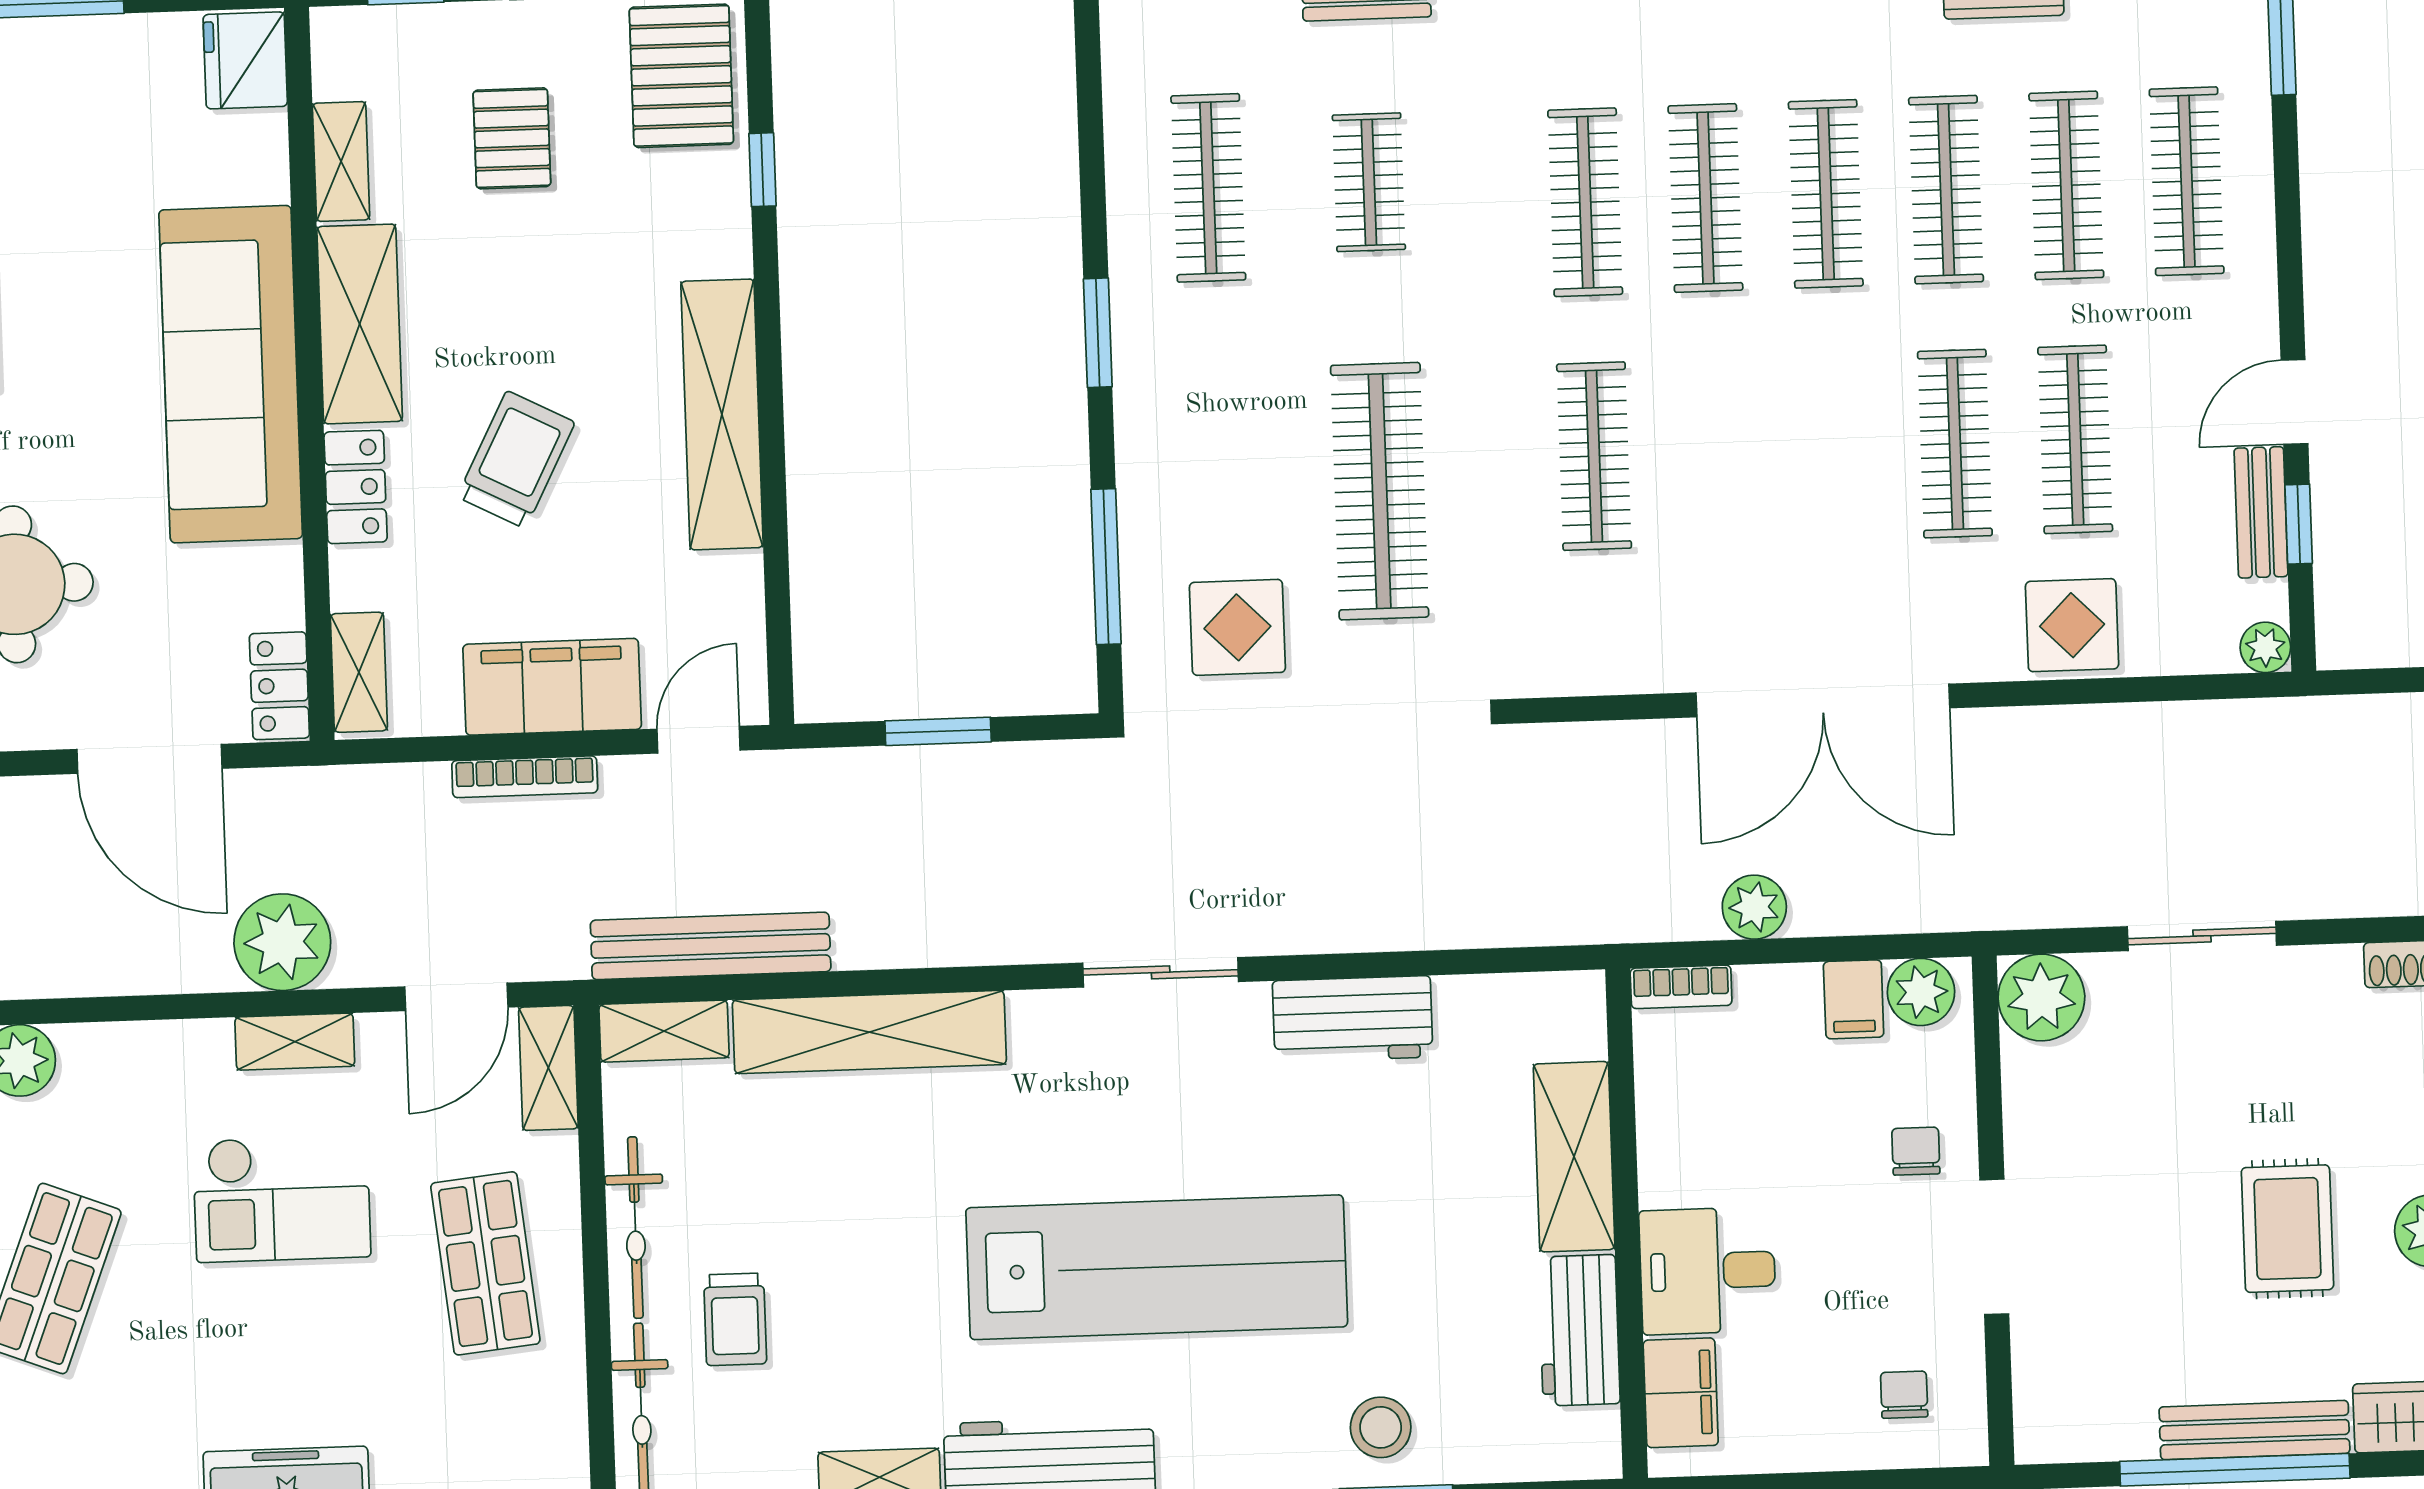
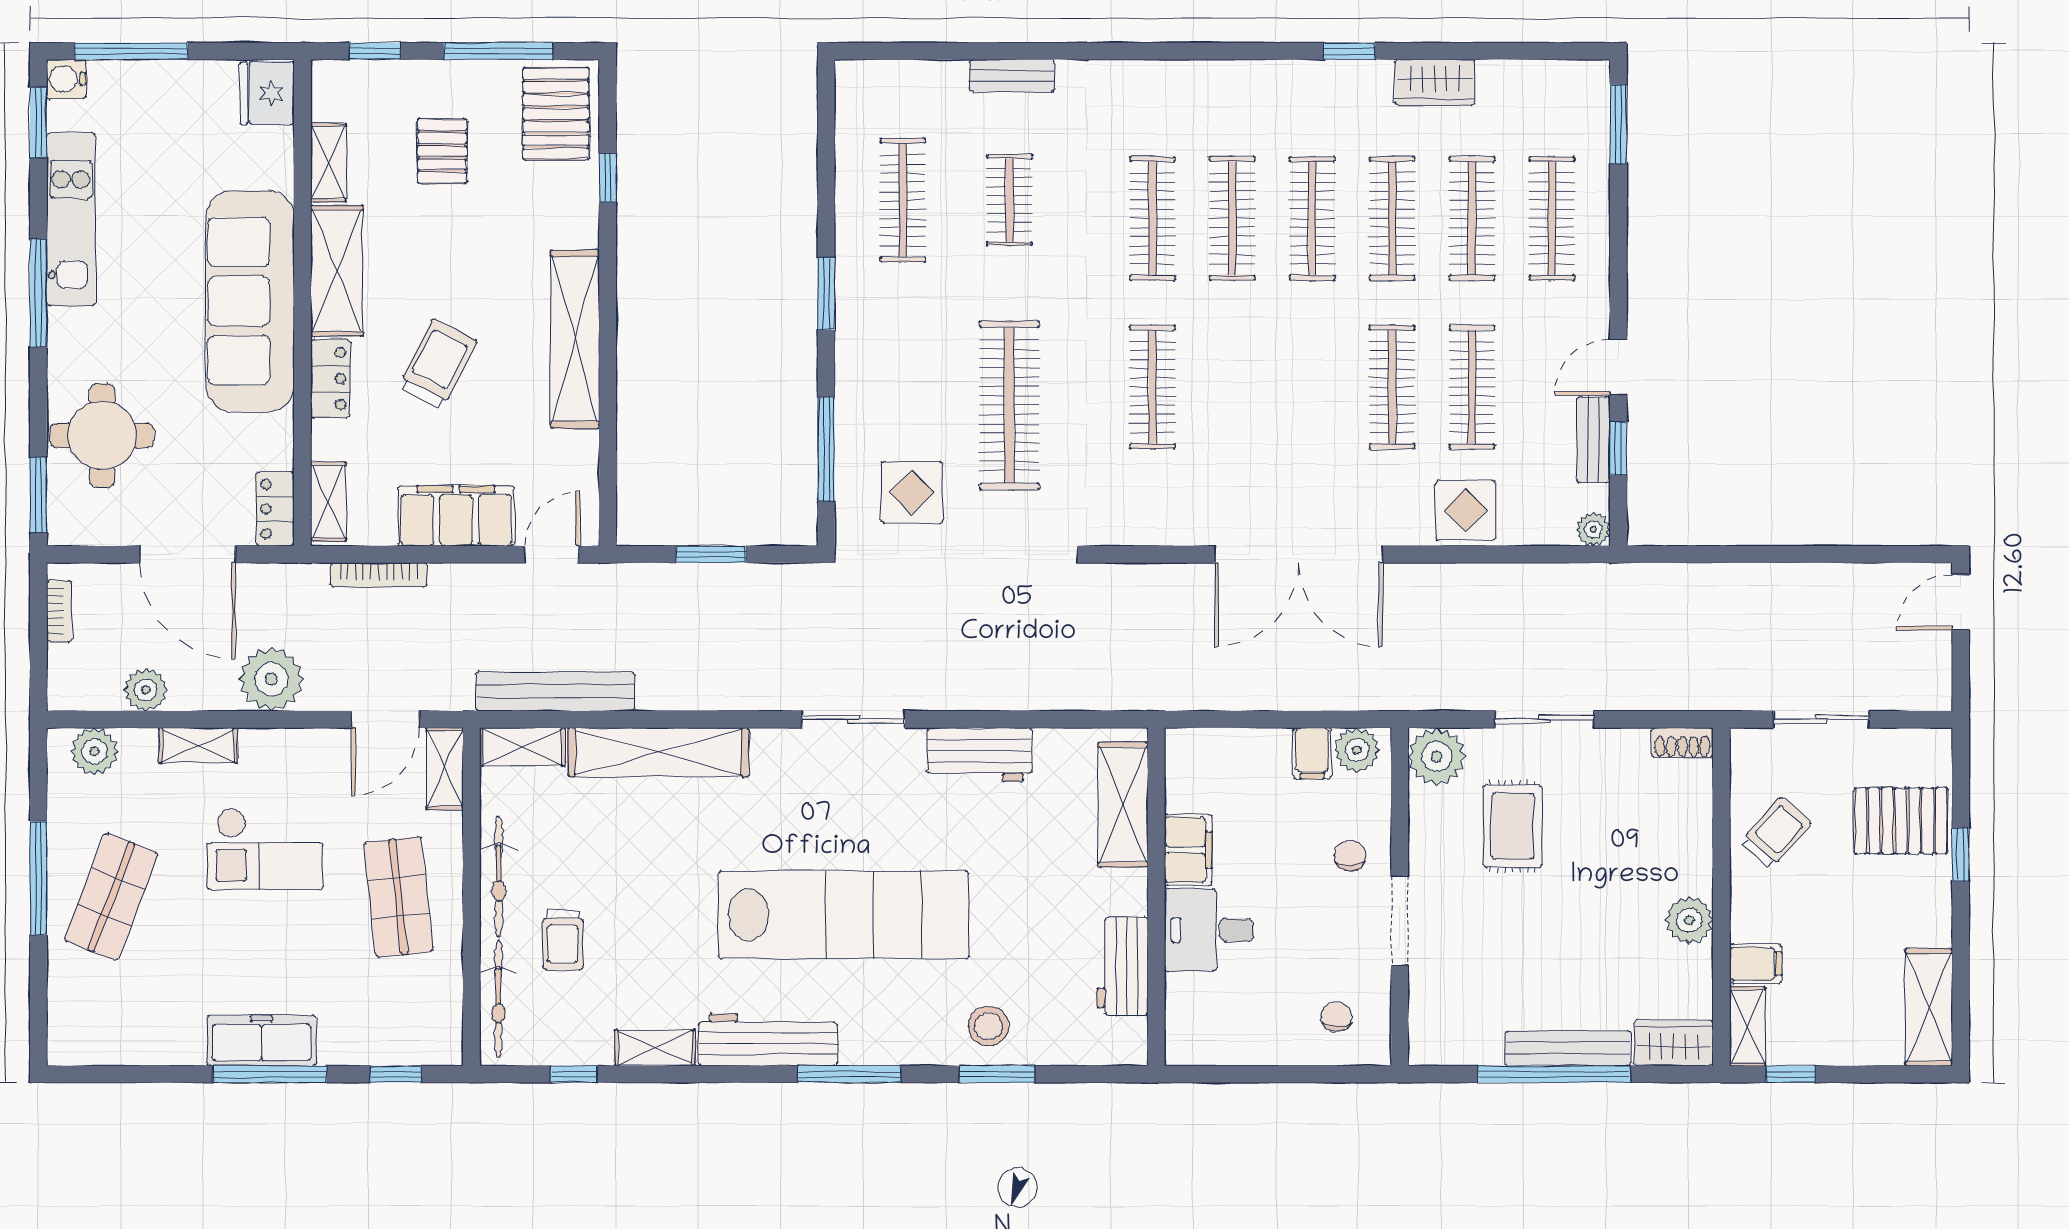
bookcase: (525, 777) -> (379, 575), moved
plant: (1754, 907) -> (146, 690), moved
bookcase: (1681, 987) -> (1198, 741), removed
shelving: (295, 1042) -> (198, 745), moved
shelving: (1574, 1157) -> (1123, 805), moved
rug: (2287, 1229) -> (1513, 826), moved
filing cabinet: (1681, 1393) -> (1188, 850), moved

